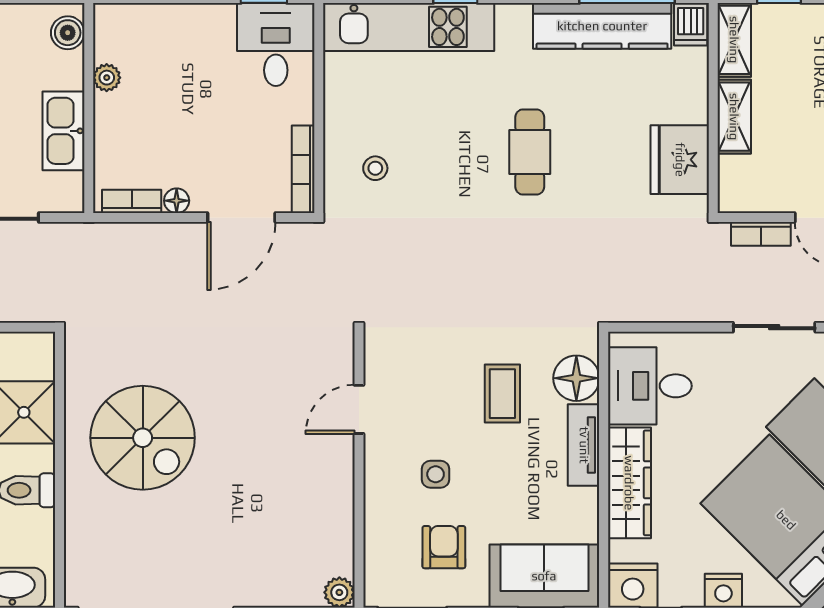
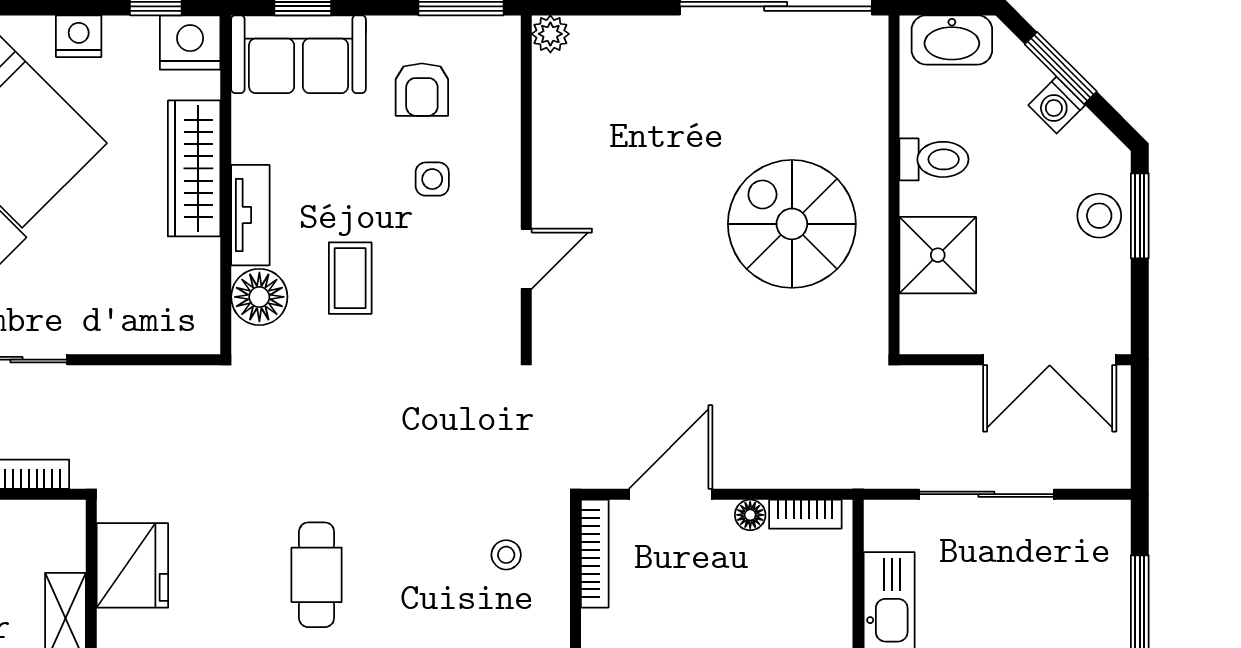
desk: (650, 386) -> (169, 288), removed

